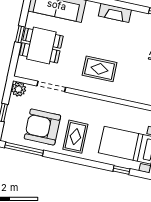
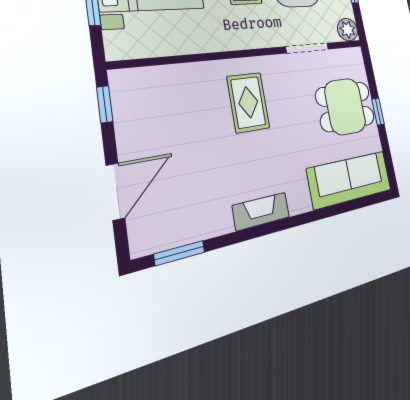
rug: (100, 69) -> (248, 102), turned 90

